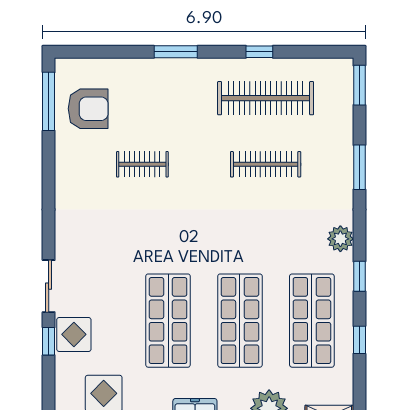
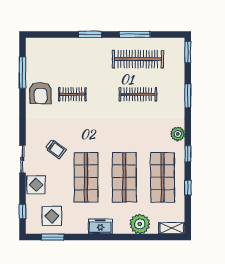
window: (259, 52) -> (135, 34), width x2.17
window: (49, 101) -> (23, 73), moved
armchair: (88, 109) -> (41, 93), moved, turned 90
trolley: (111, 267) -> (56, 149), added
window: (49, 341) -> (23, 211), moved

